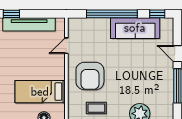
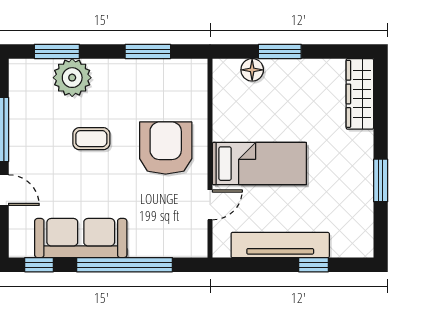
bed: (40, 92) -> (259, 164), moved
coffee table: (96, 108) -> (91, 139), moved

